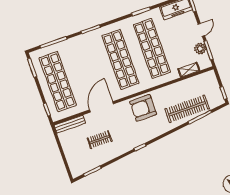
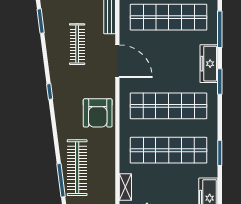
freezer: (81, 41) -> (209, 64), added
armchair: (143, 108) -> (98, 113), turned 180
clothes rail: (100, 140) -> (77, 44), width x1.36

